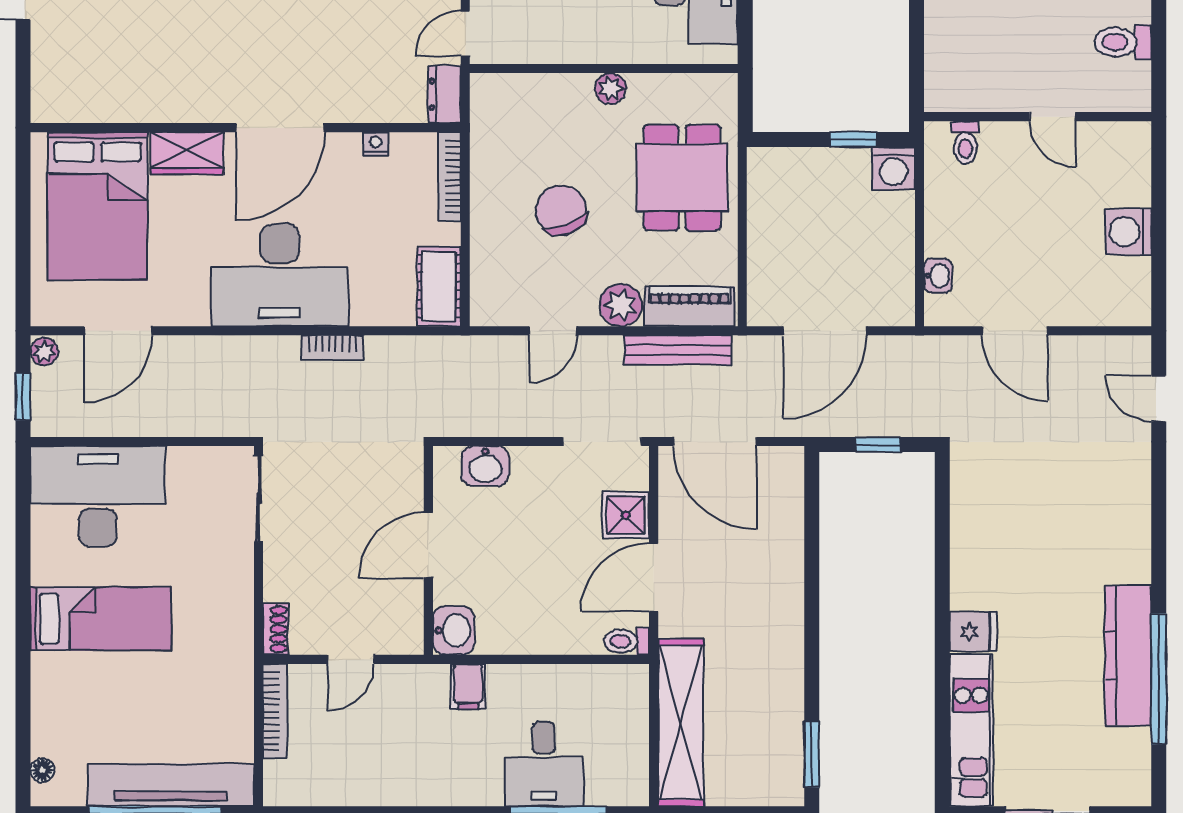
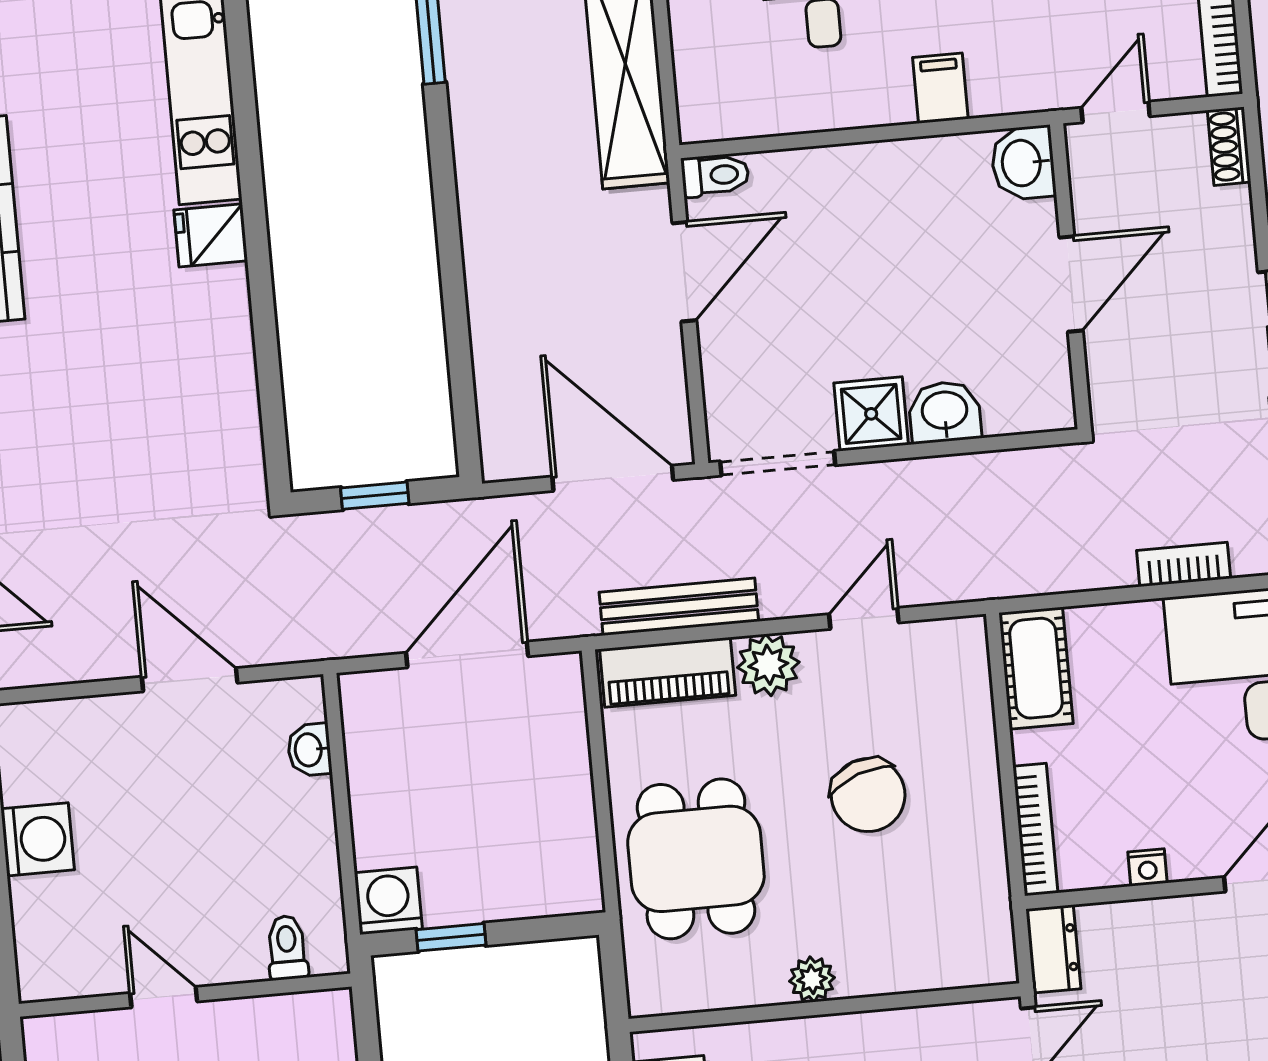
shower: (626, 515) -> (871, 414), moved
door: (428, 545) -> (1071, 284), moved
wall: (428, 550) -> (1070, 276), moved
washbasin: (453, 631) -> (1023, 163), moved

